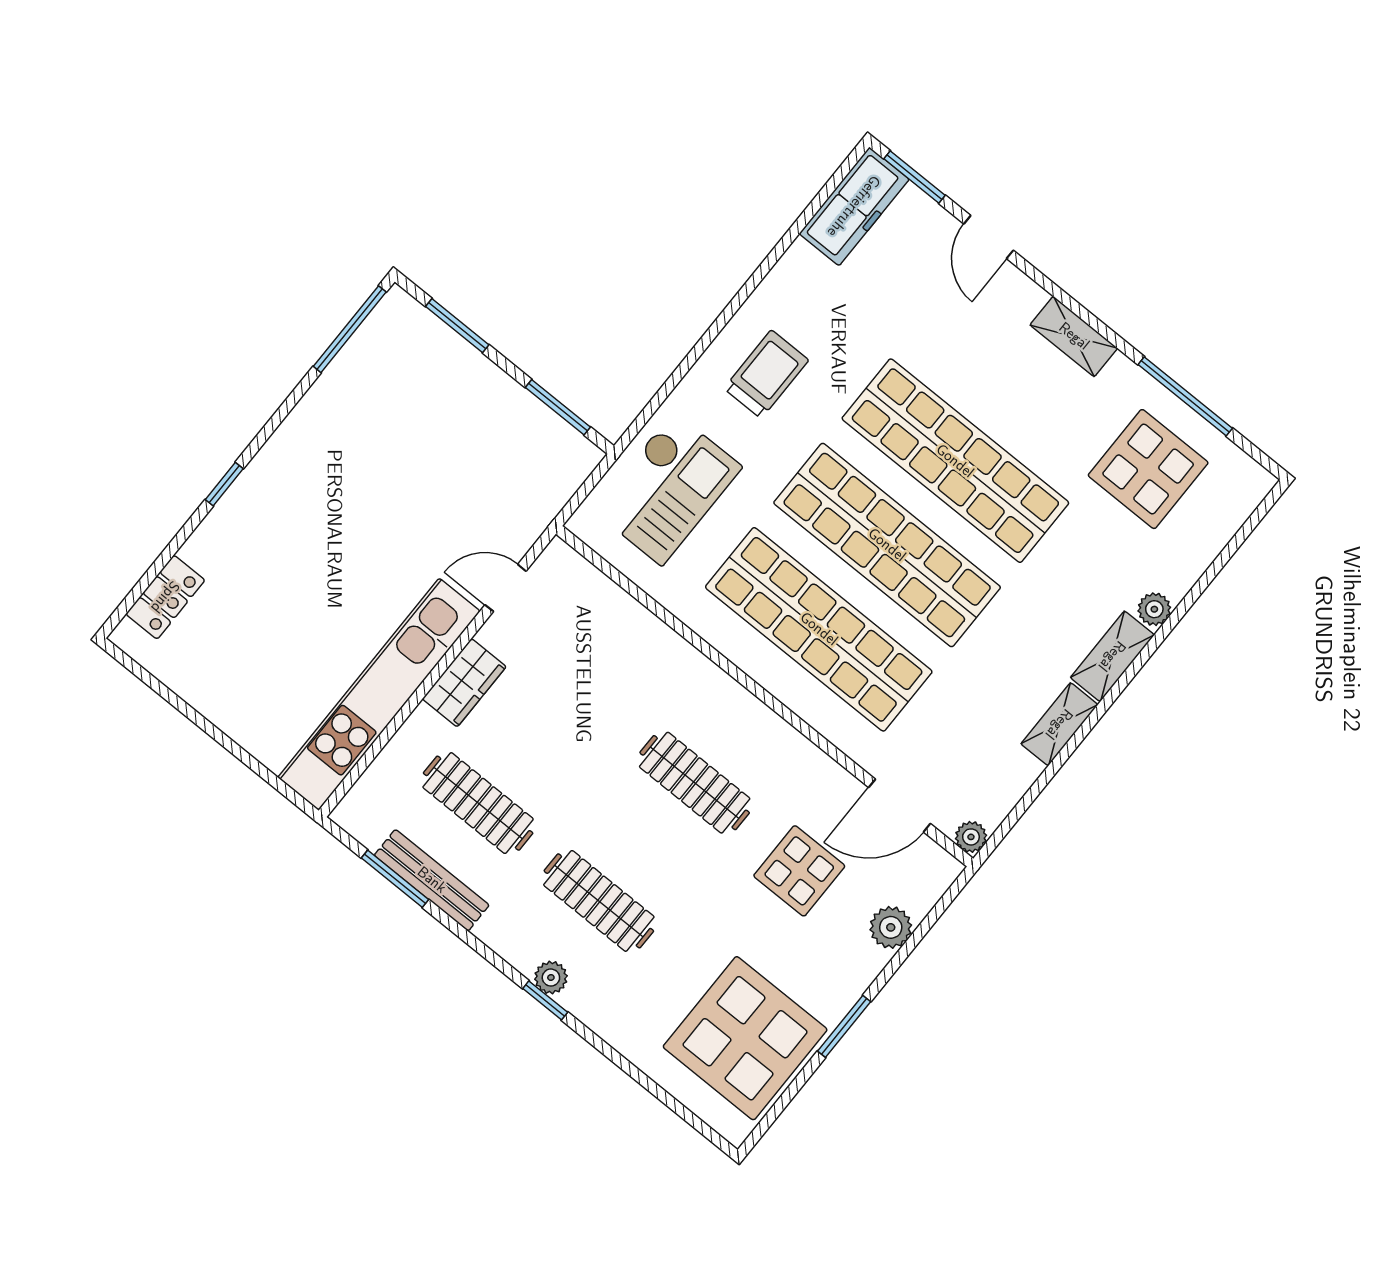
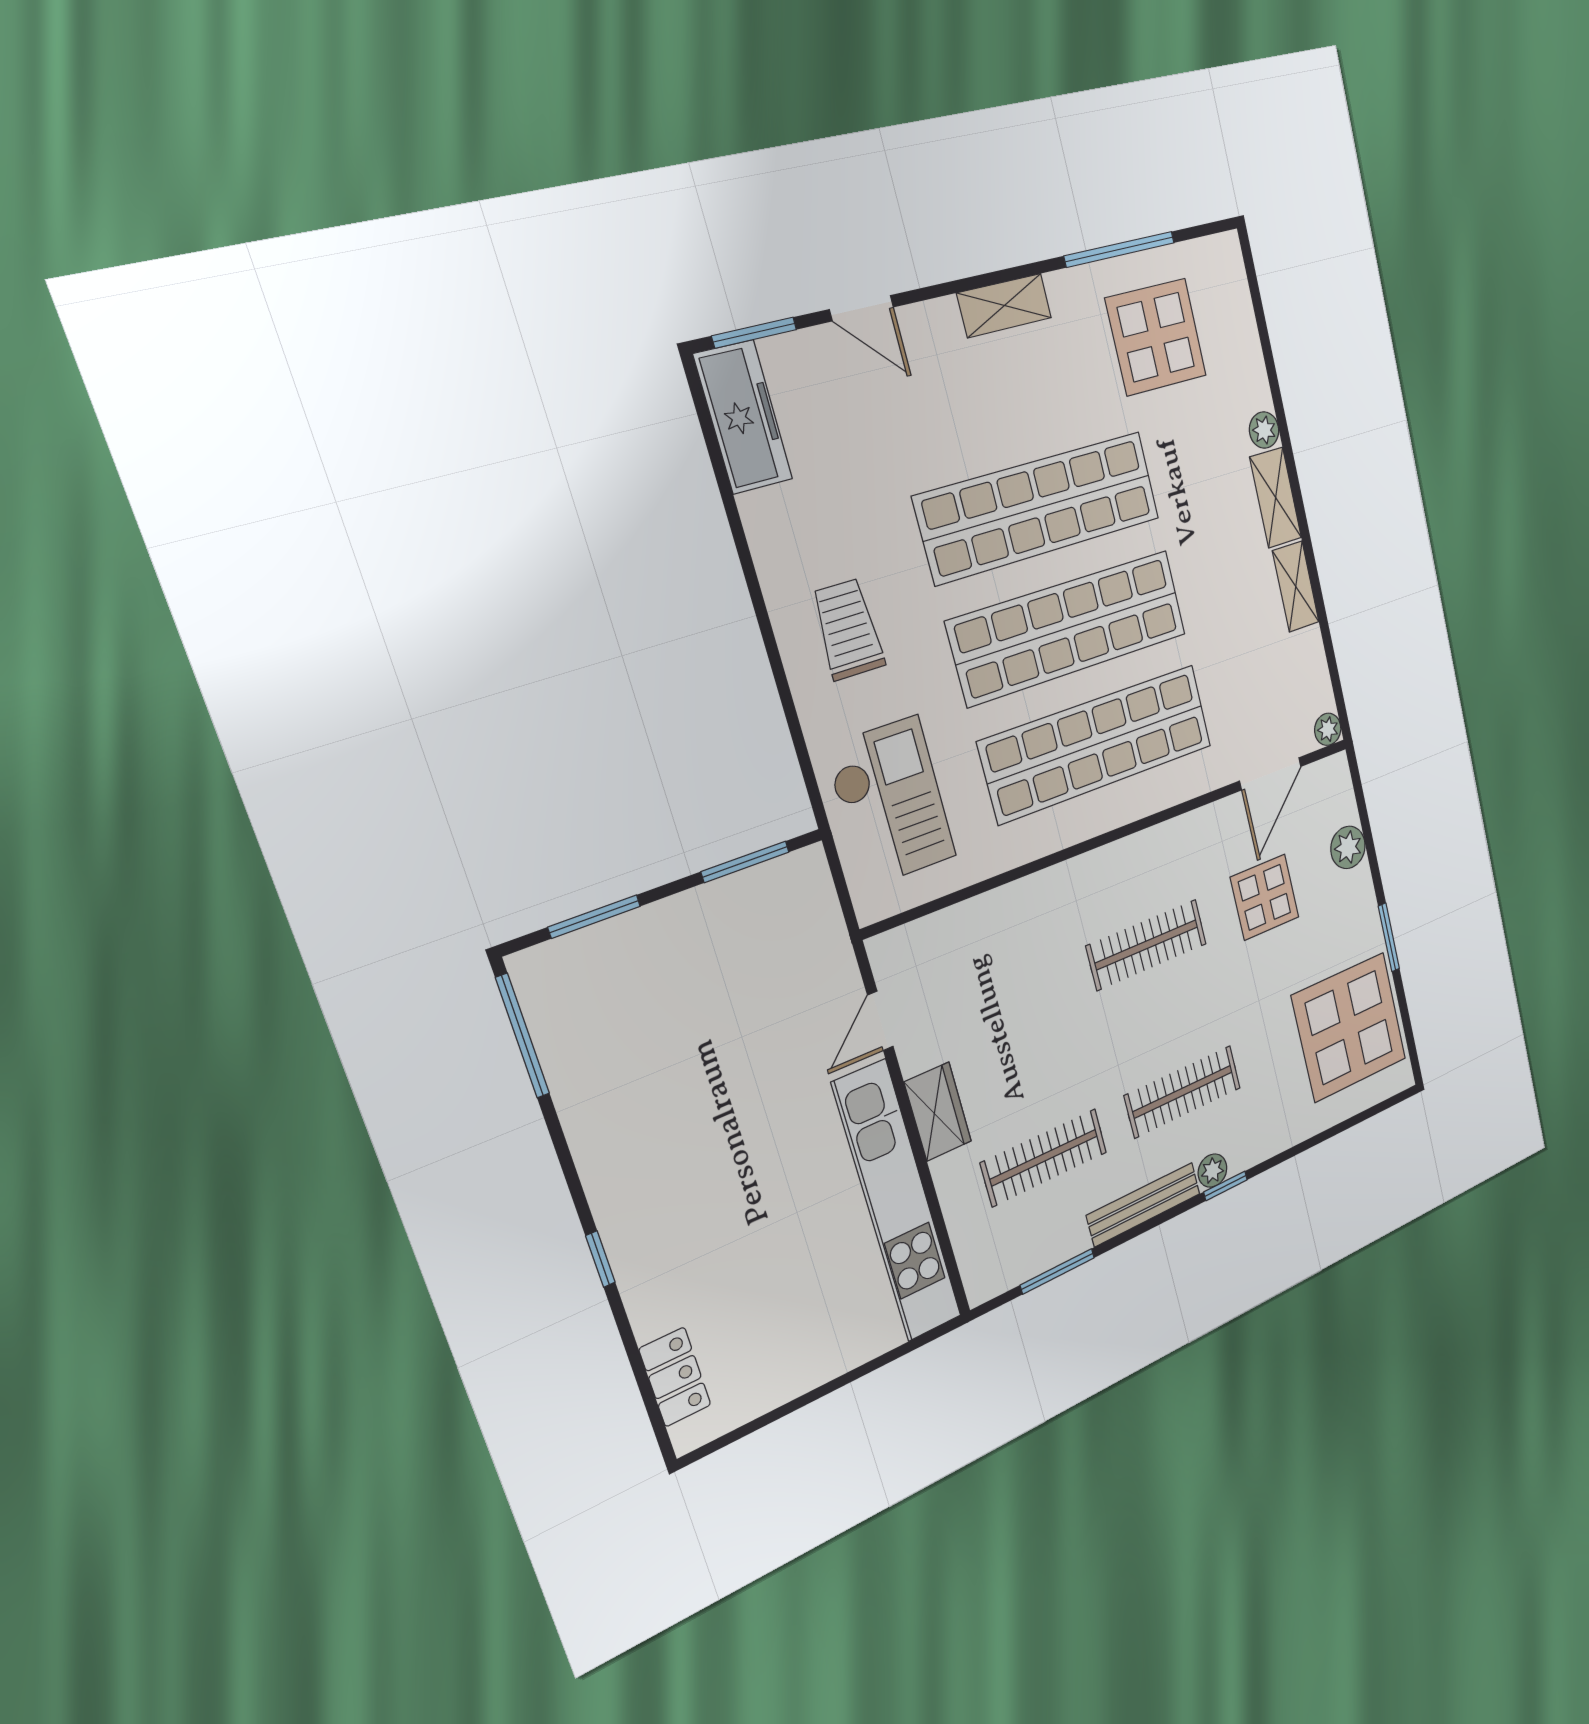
bench: (432, 880) -> (1144, 1205), moved

